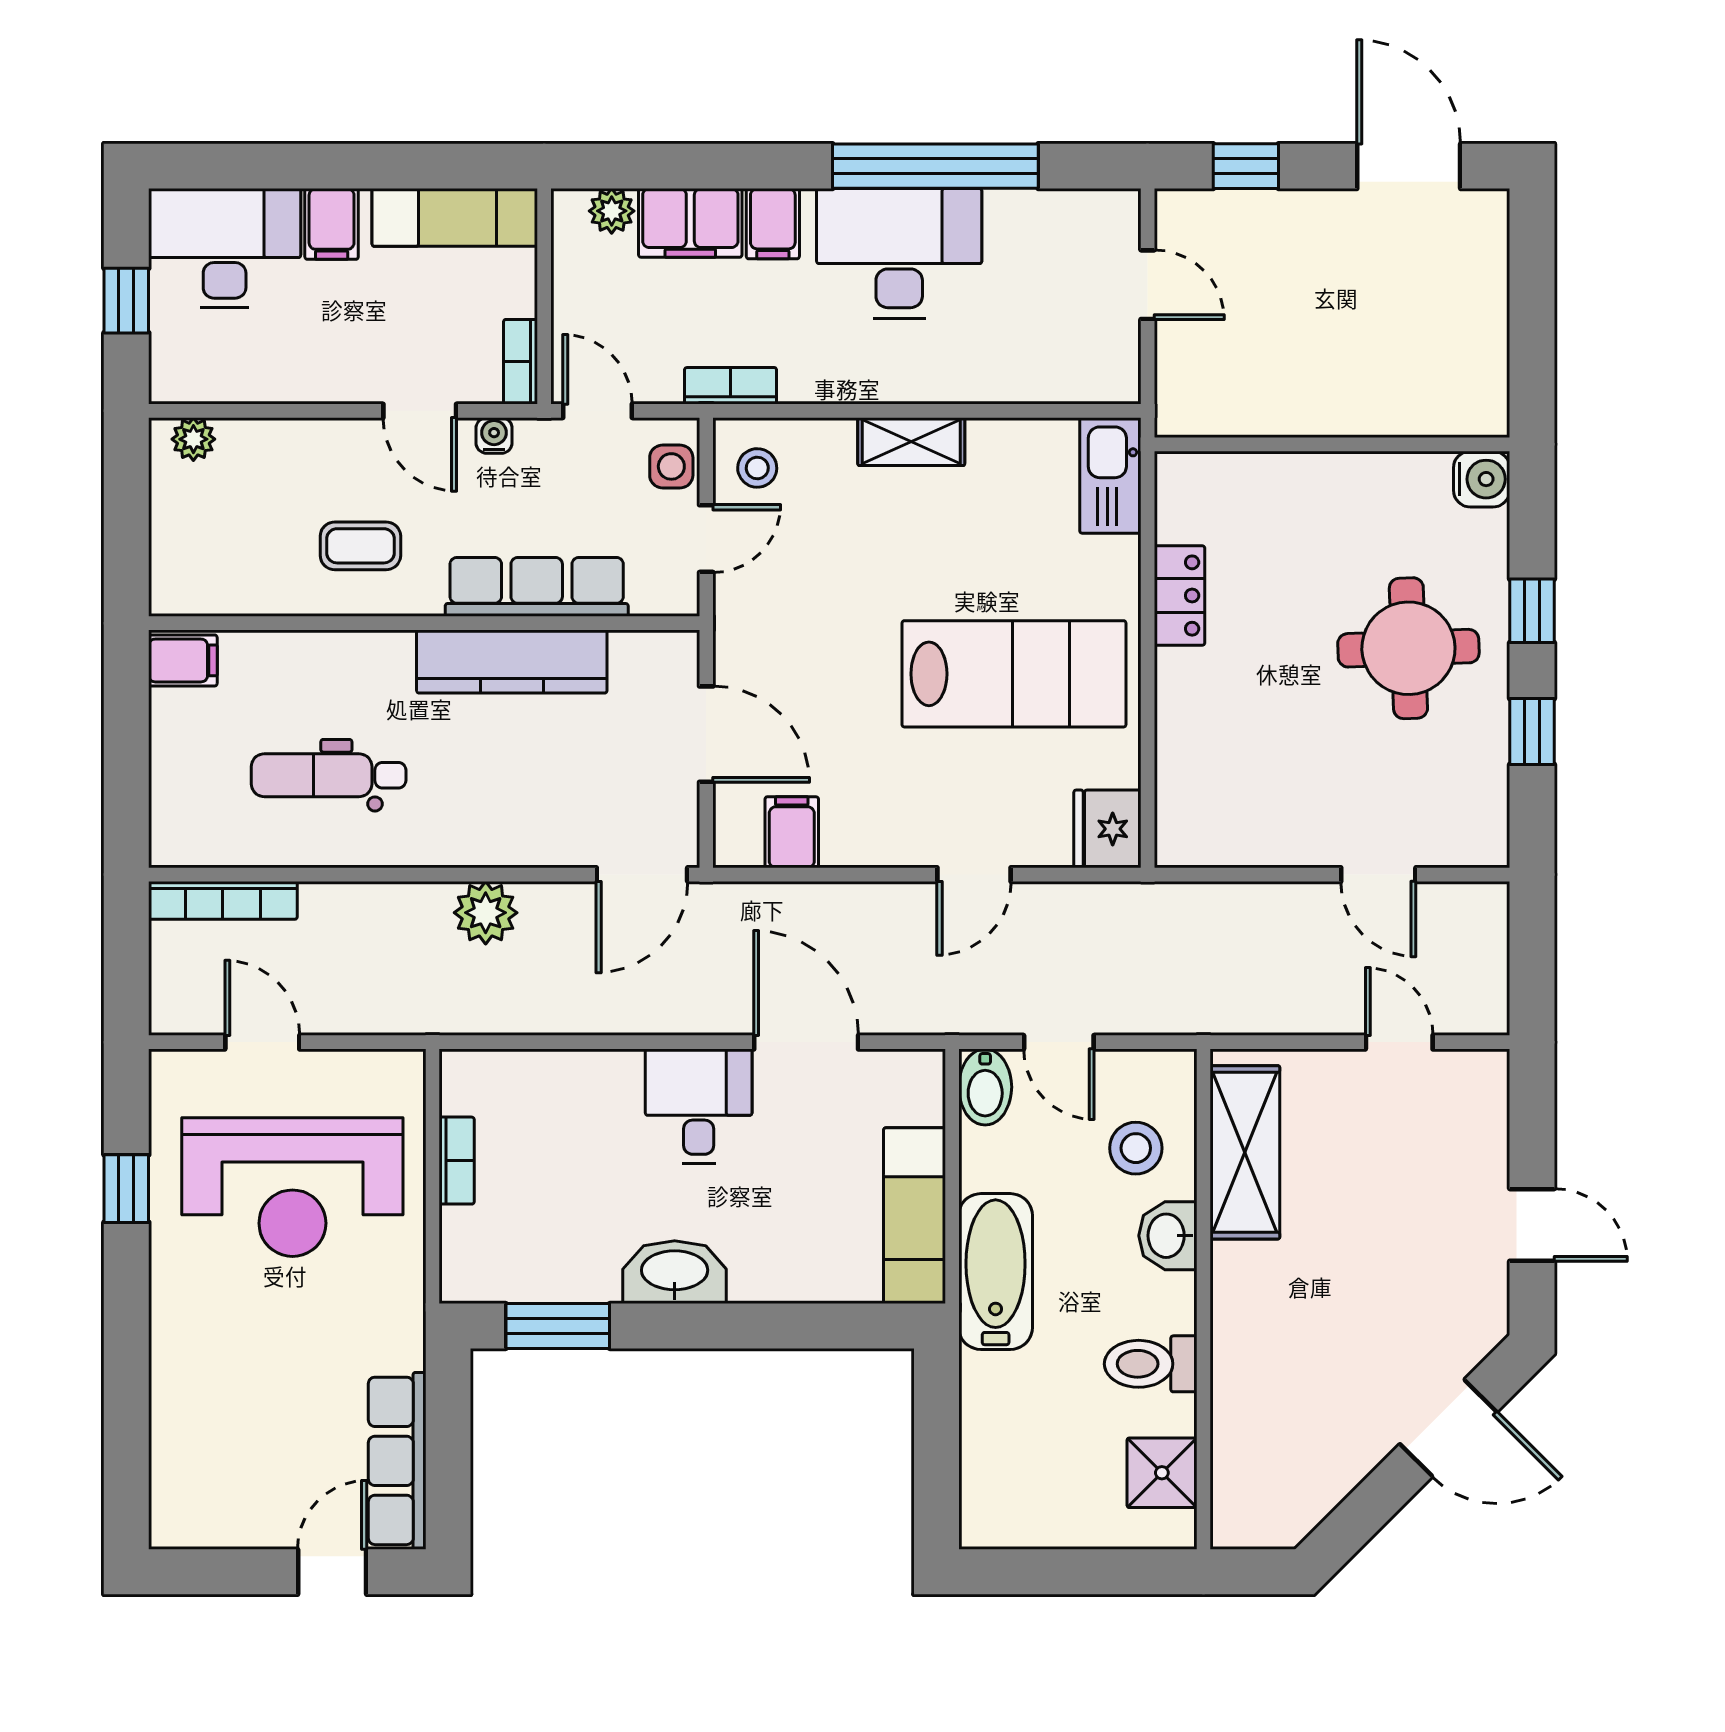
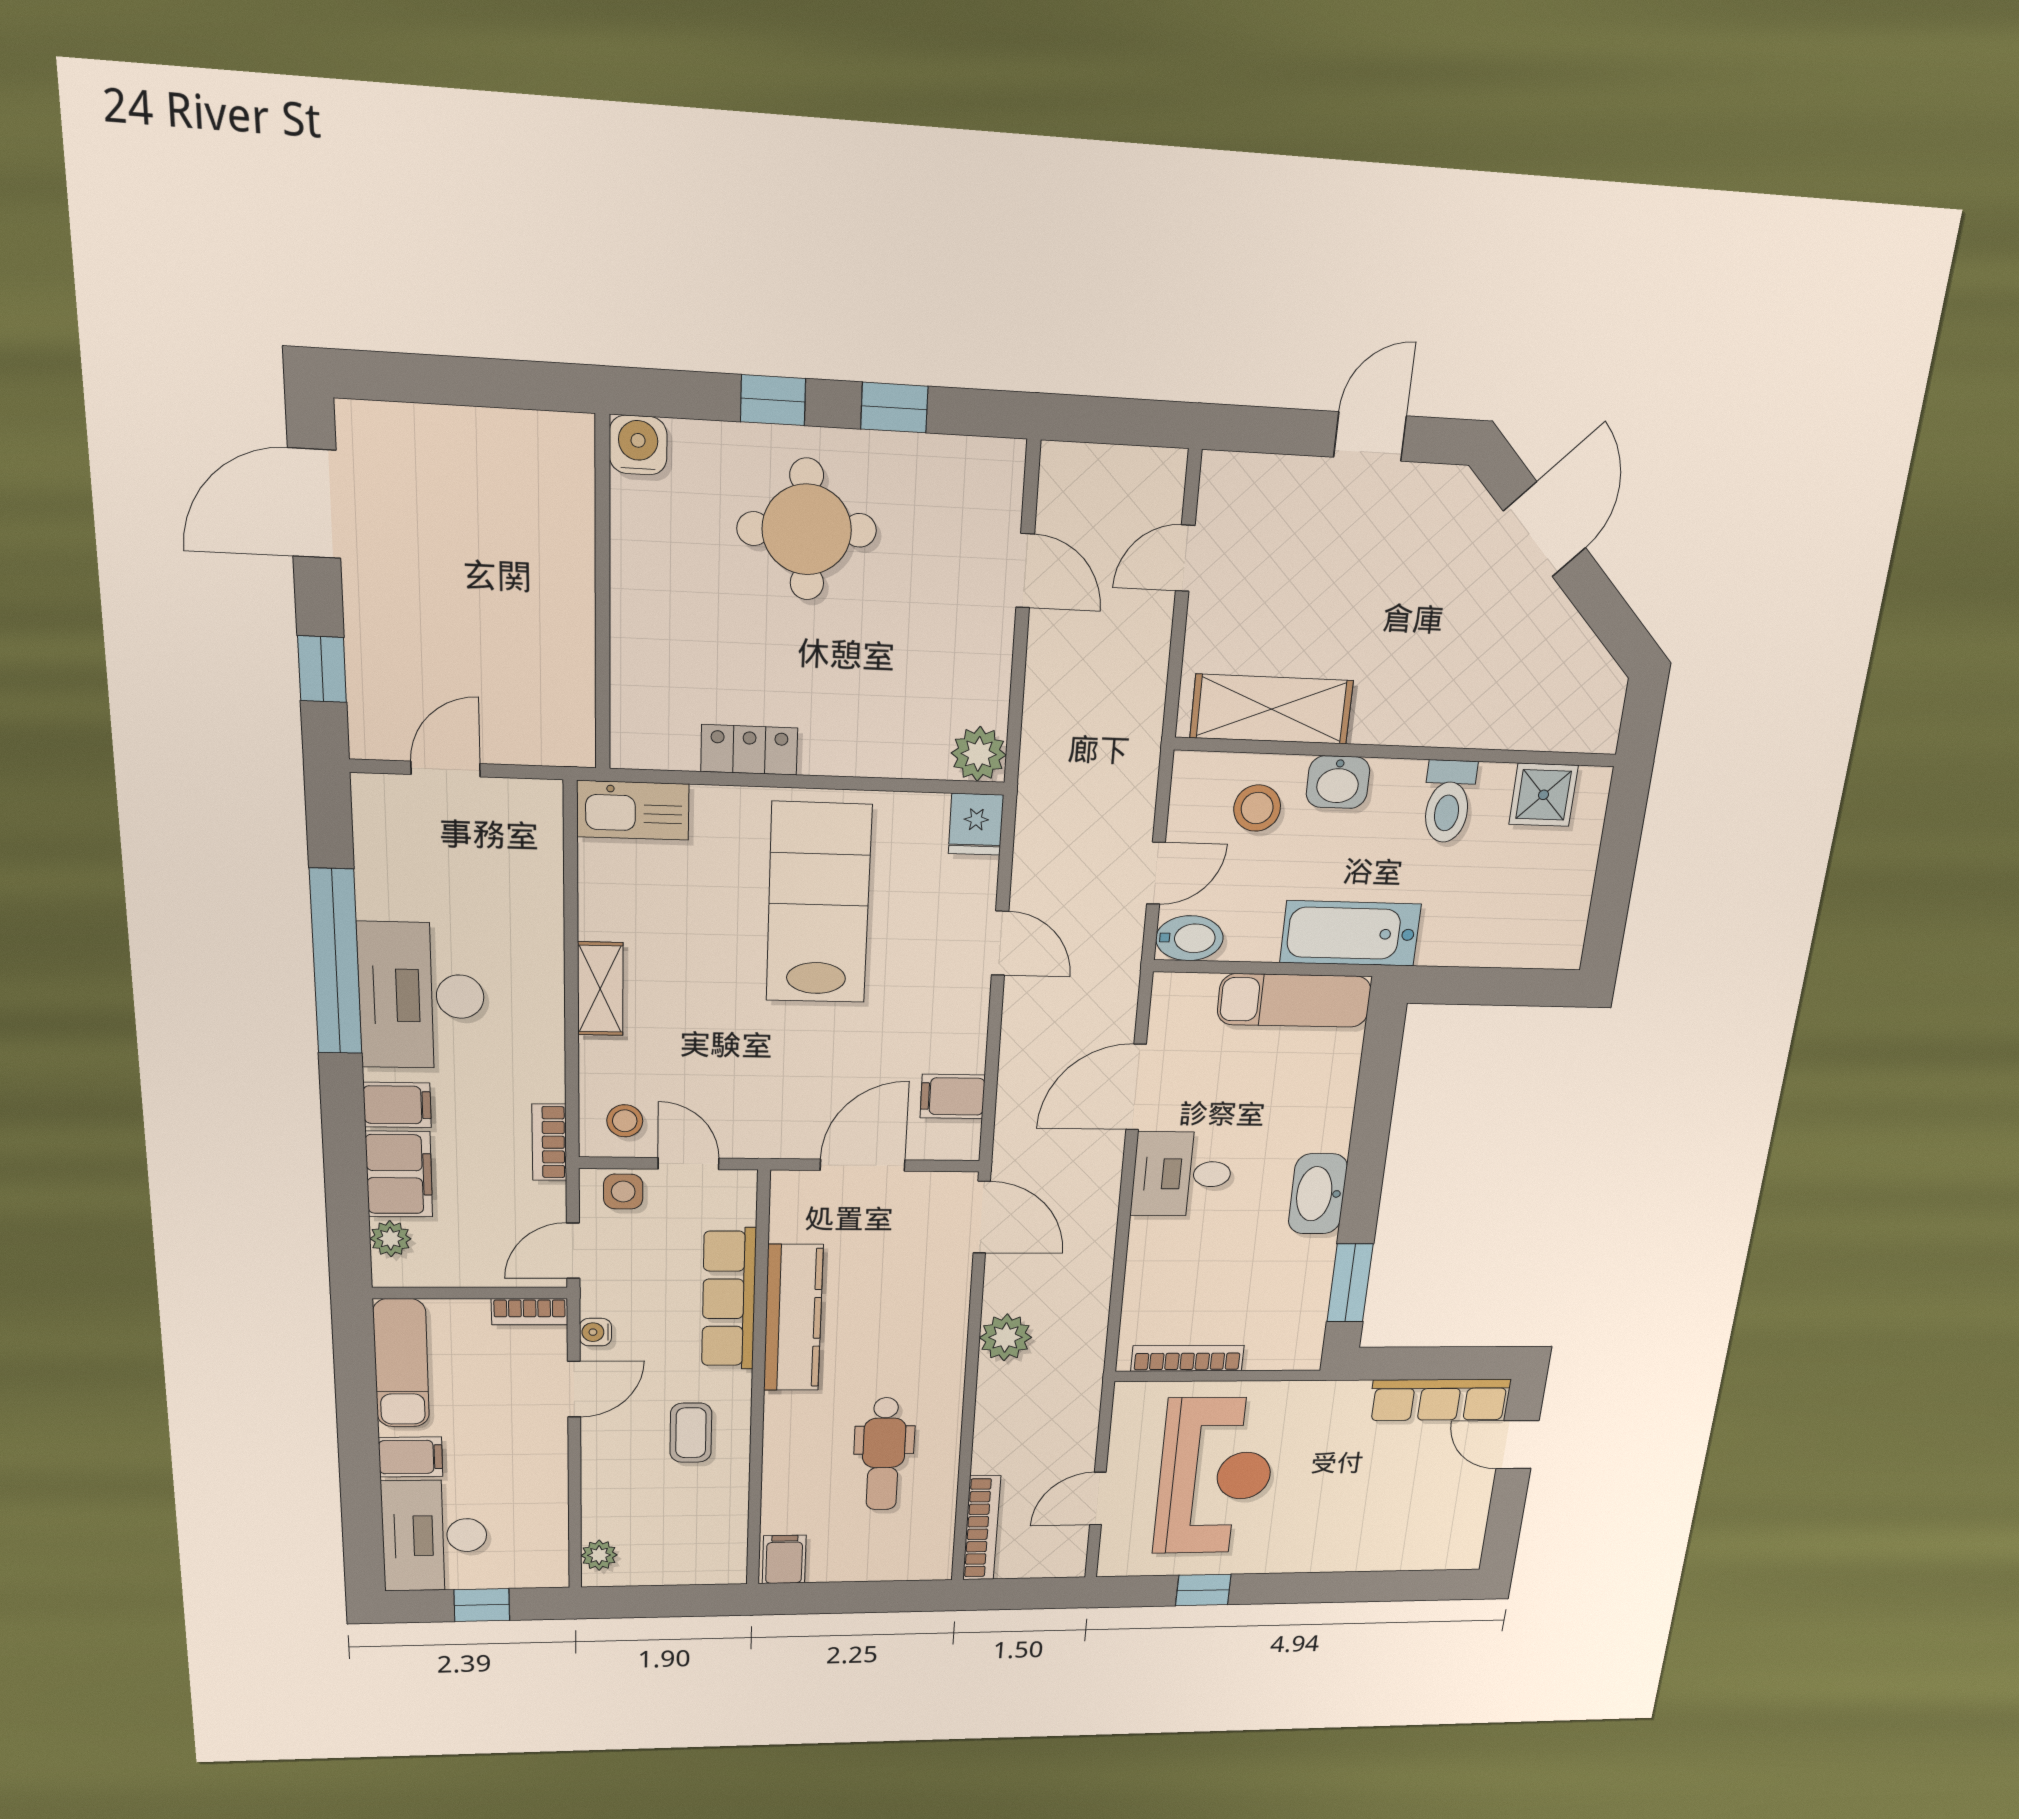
fridge: (1107, 829) -> (976, 824), width x0.72
plant: (1184, 838) -> (979, 754), added
door: (1378, 875) -> (1025, 571), hinge flipped
bookcase: (457, 1161) -> (1187, 1358), width x1.56

